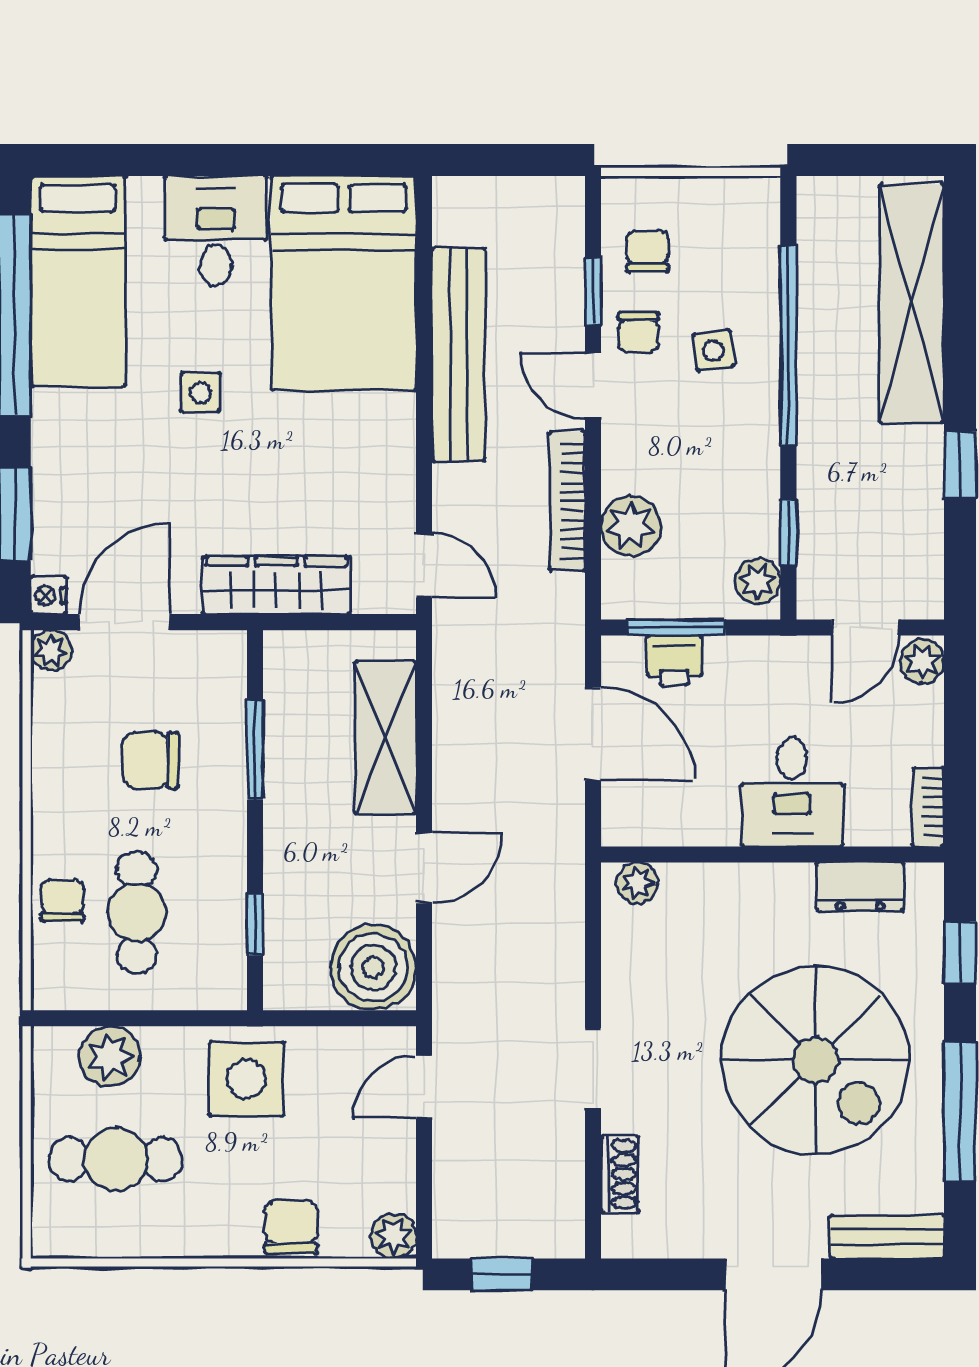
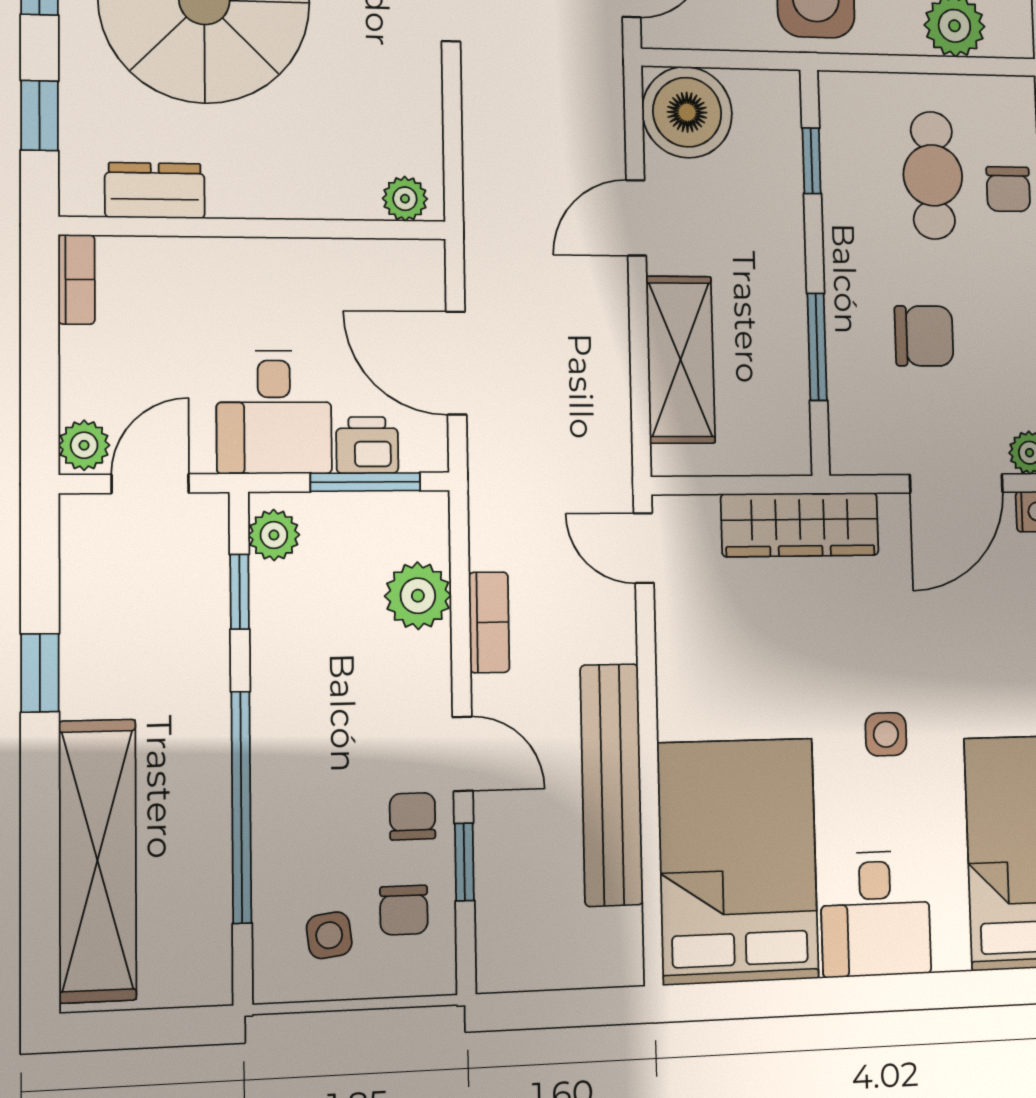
side table: (714, 350) -> (329, 935), moved
bookcase: (567, 501) -> (489, 622), width x0.64
desk: (792, 792) -> (274, 412), moved, turned 180

